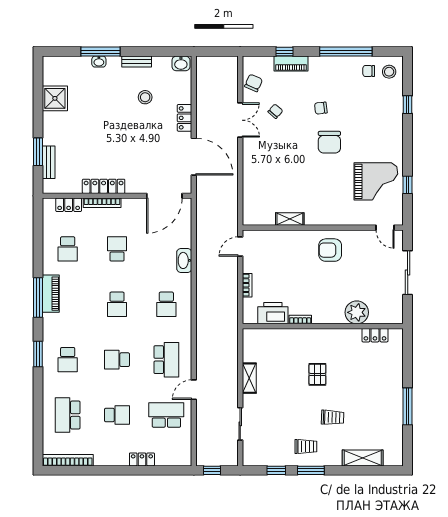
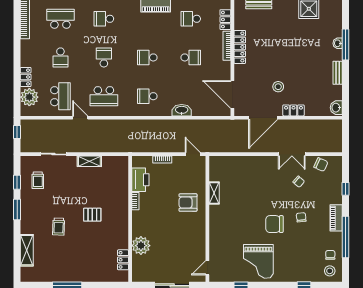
piano: (291, 63) -> (336, 218), moved
stool: (145, 97) -> (278, 87), moved
grand piano: (376, 181) -> (258, 261), moved
armchair: (330, 250) -> (188, 203), moved, turned -90
trolley: (306, 447) -> (38, 180), moved
plant: (167, 455) -> (29, 97), added

